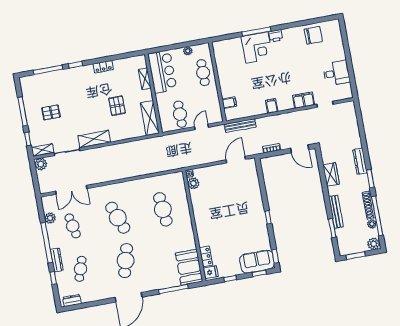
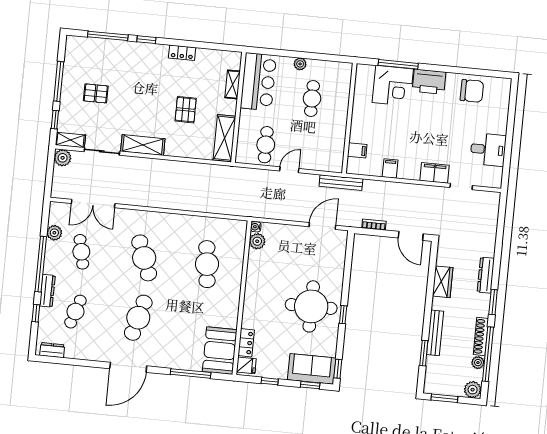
printer: (276, 36) -> (429, 82), width x1.87, depth x1.48
wall: (217, 82) -> (349, 118), moved
filing cabinet: (229, 103) -> (357, 150), moved
round table: (244, 218) -> (311, 306), added

